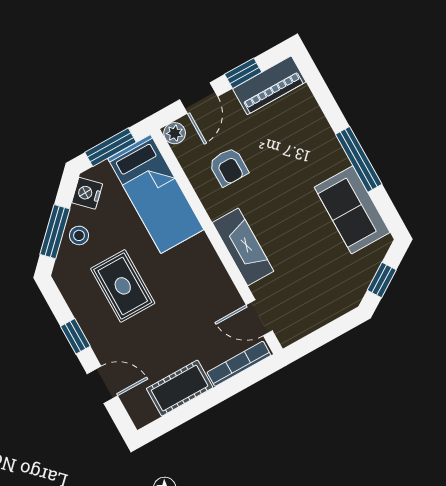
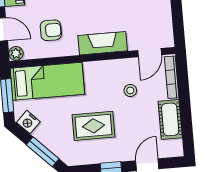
stool: (79, 235) -> (130, 90), moved

